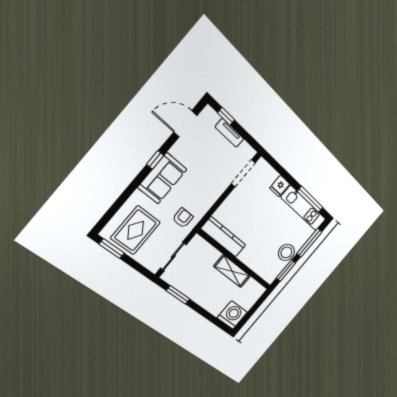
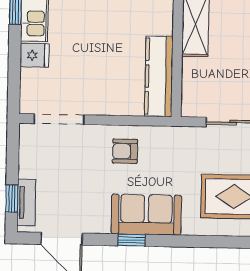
tv unit: (229, 133) -> (26, 203), moved
armchair: (183, 218) -> (125, 151), moved

